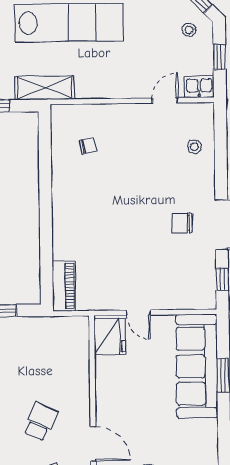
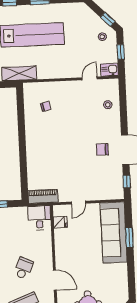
piano: (64, 286) -> (43, 196), moved, turned -90
door: (138, 313) -> (78, 203), hinge flipped
desk: (70, 336) -> (39, 218), added
fridge: (110, 337) -> (60, 222), width x0.53, depth x0.75

